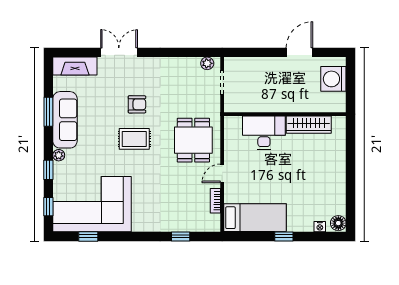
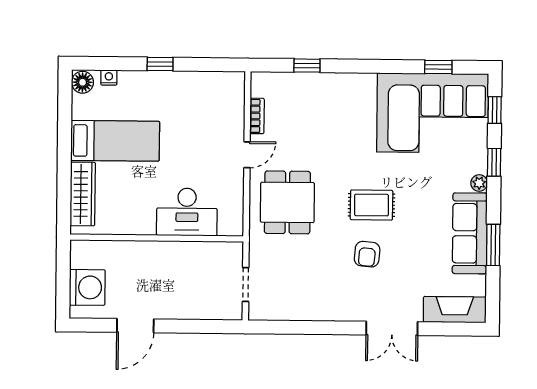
plant: (207, 63) -> (267, 311), removed
armchair: (137, 104) -> (367, 254), turned -85
wardrobe: (309, 125) -> (83, 194), moved, turned 90
bed: (255, 218) -> (115, 141), moved, turned 180

